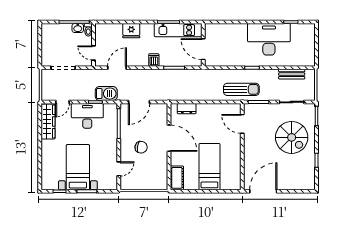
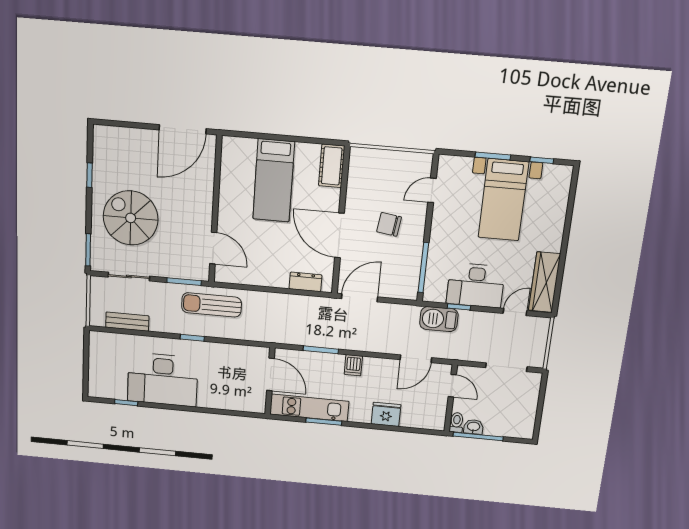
door: (139, 102) -> (360, 298), moved

